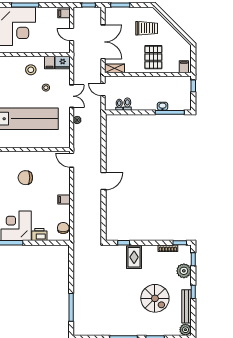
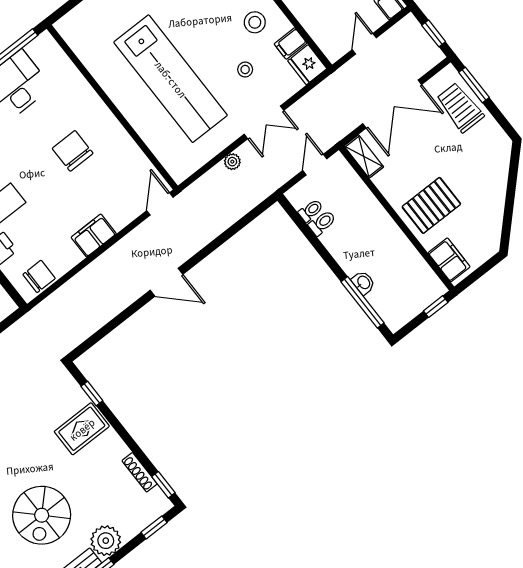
trolley: (147, 28) -> (460, 107), moved, turned 180
filing cabinet: (184, 67) -> (449, 260), width x2.00
filing cabinet: (64, 200) -> (94, 236), width x2.00
plant: (184, 271) -> (106, 541), moved

